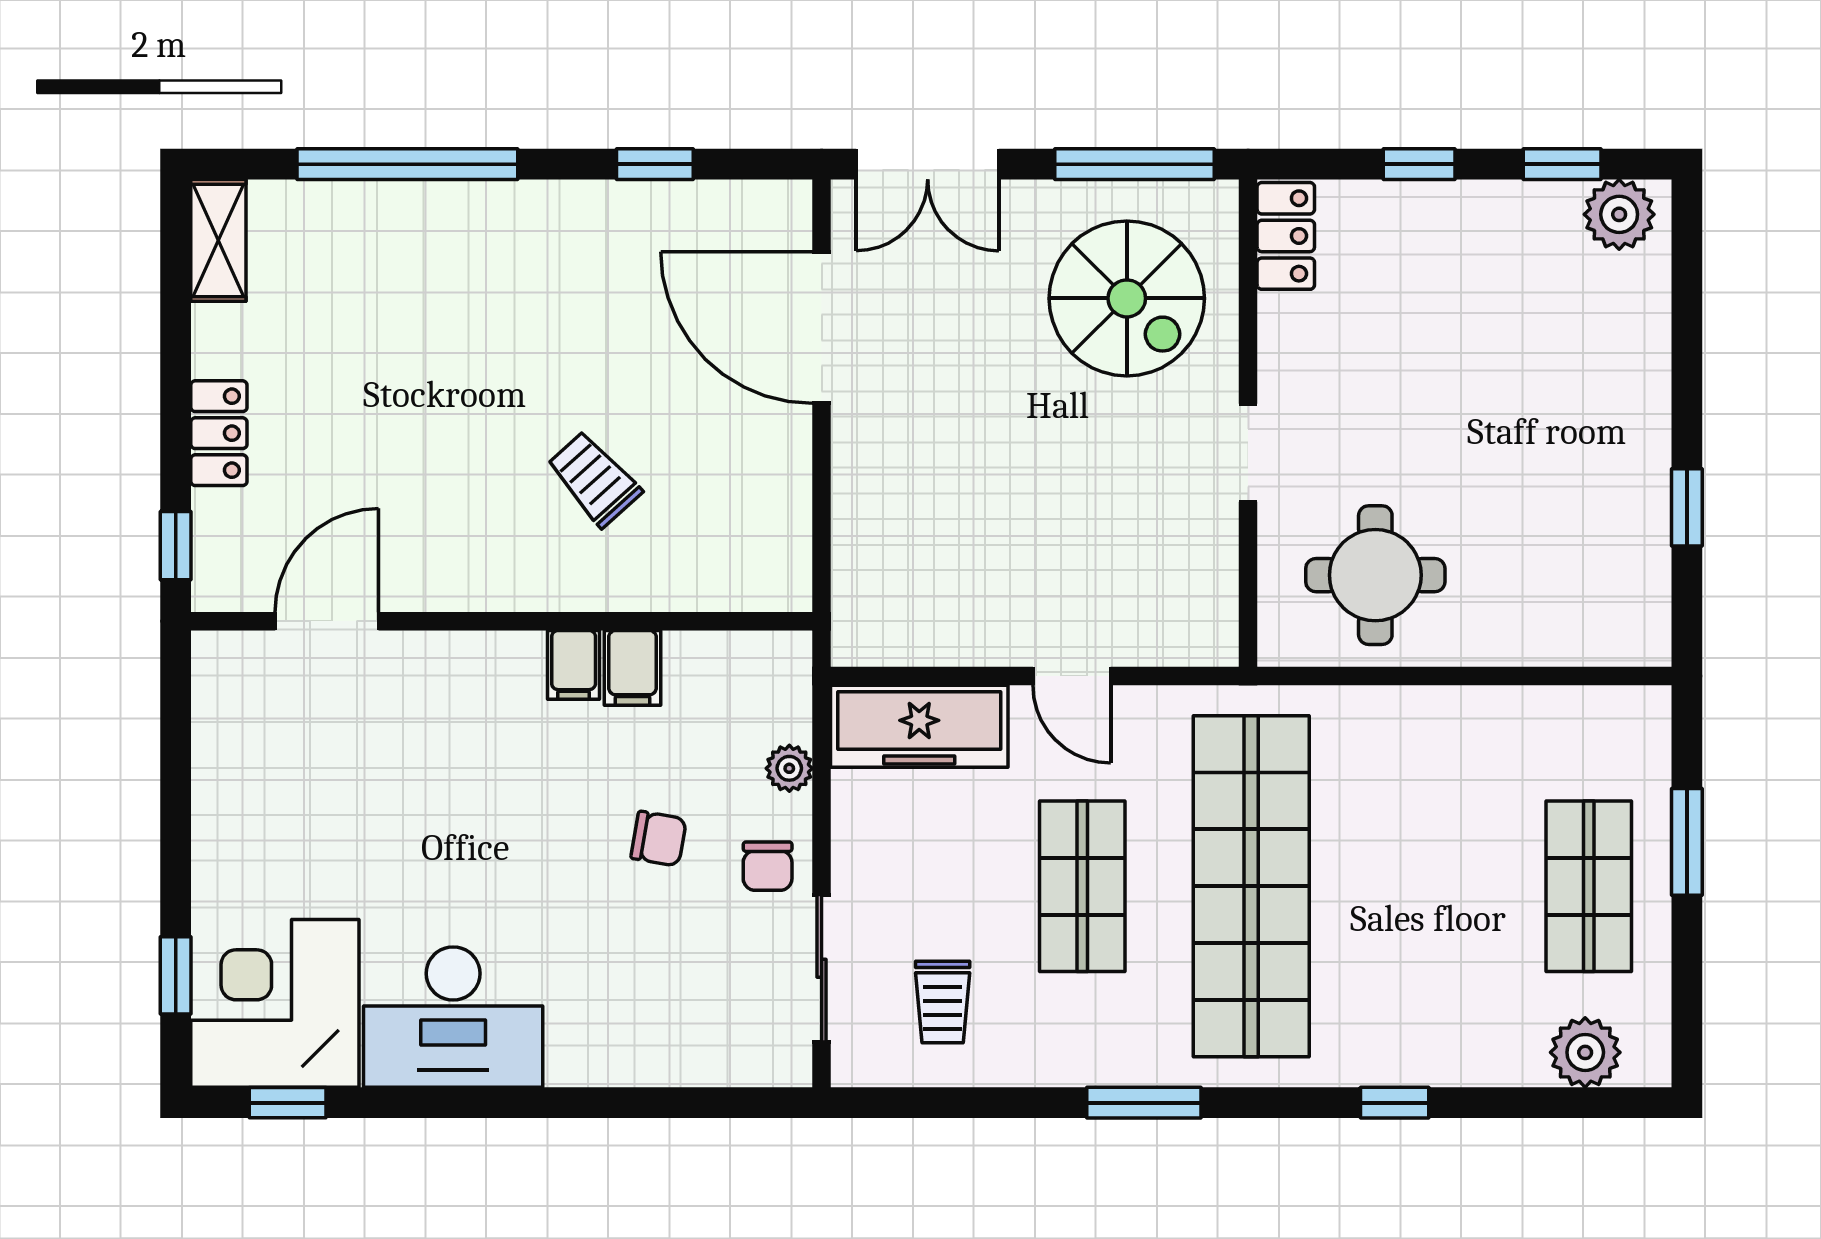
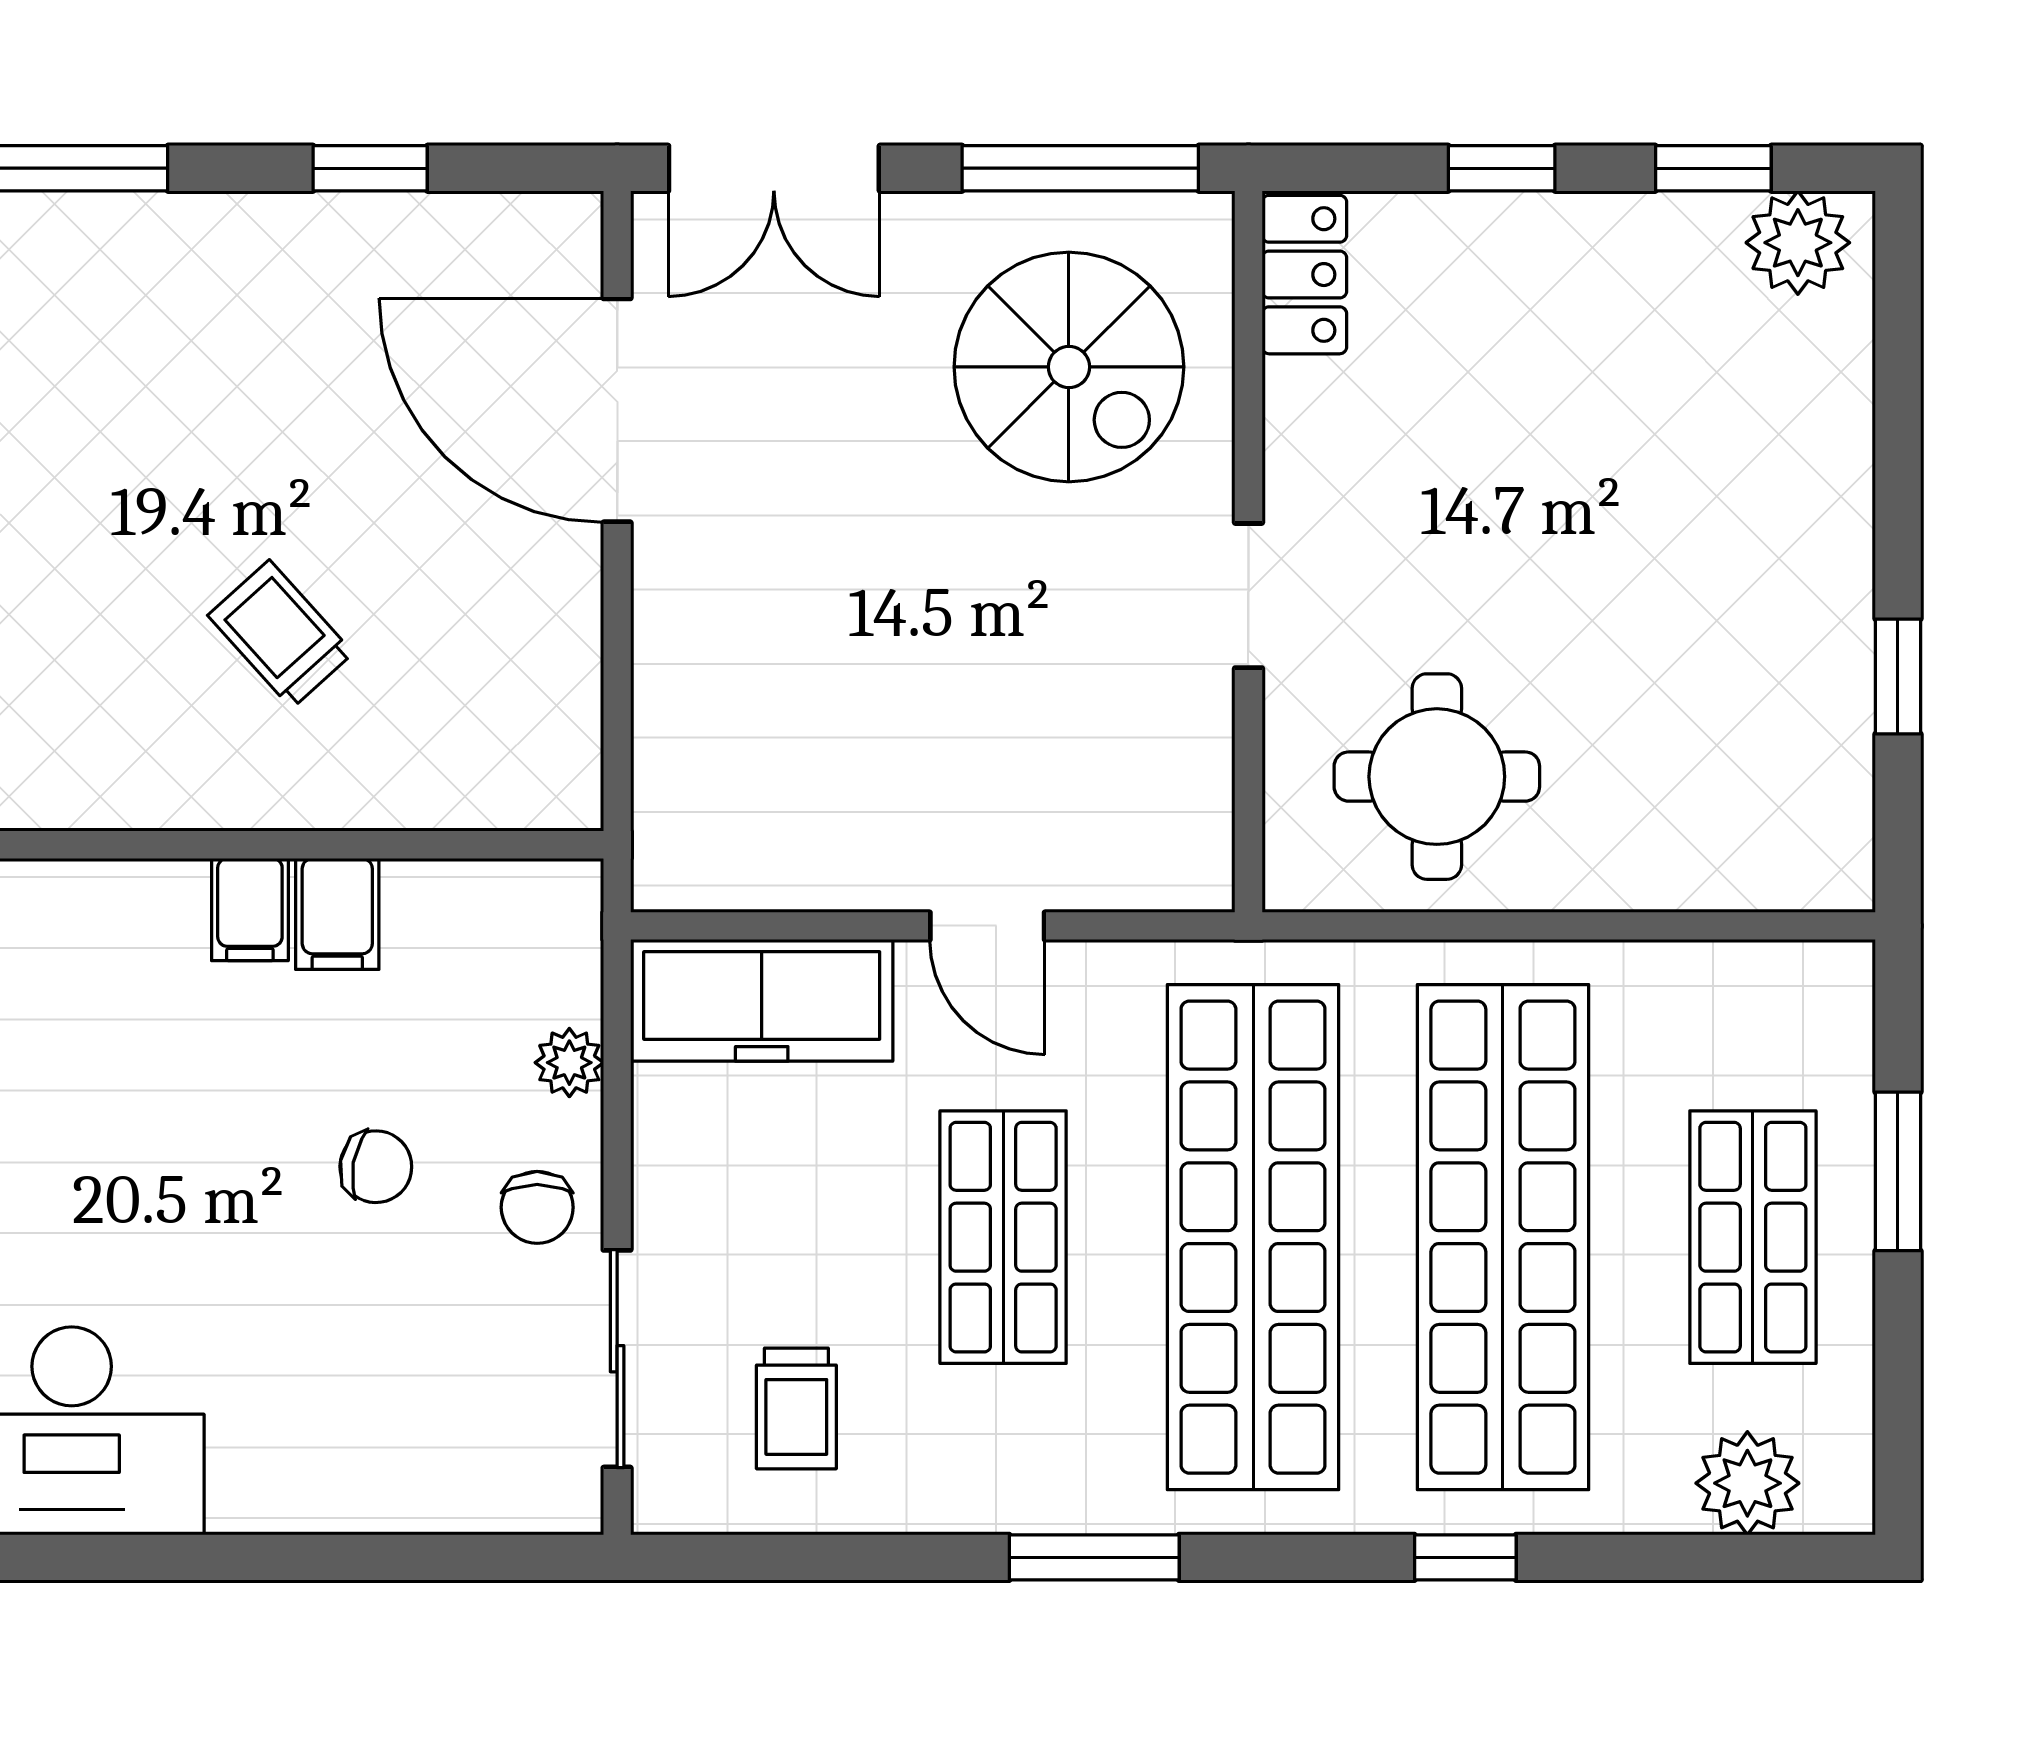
shop shelf: (1420, 886) -> (1503, 1237), added

